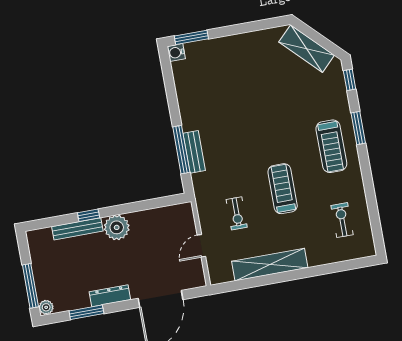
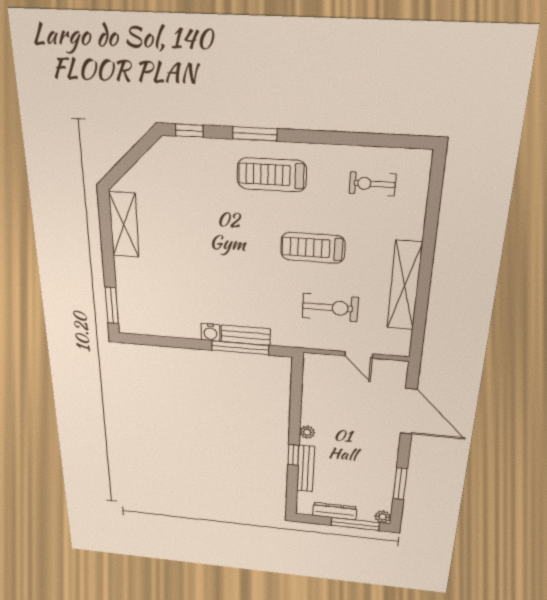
shelving: (307, 49) -> (124, 225), moved, turned -45
water cooler: (176, 53) -> (210, 332), moved
treadmill: (331, 146) -> (272, 175), turned 180
exercise bike: (237, 213) -> (330, 308), width x1.38, depth x1.39
plant: (117, 227) -> (307, 432), width x0.53, depth x0.53
dresser: (110, 296) -> (335, 511), moved, turned 90

